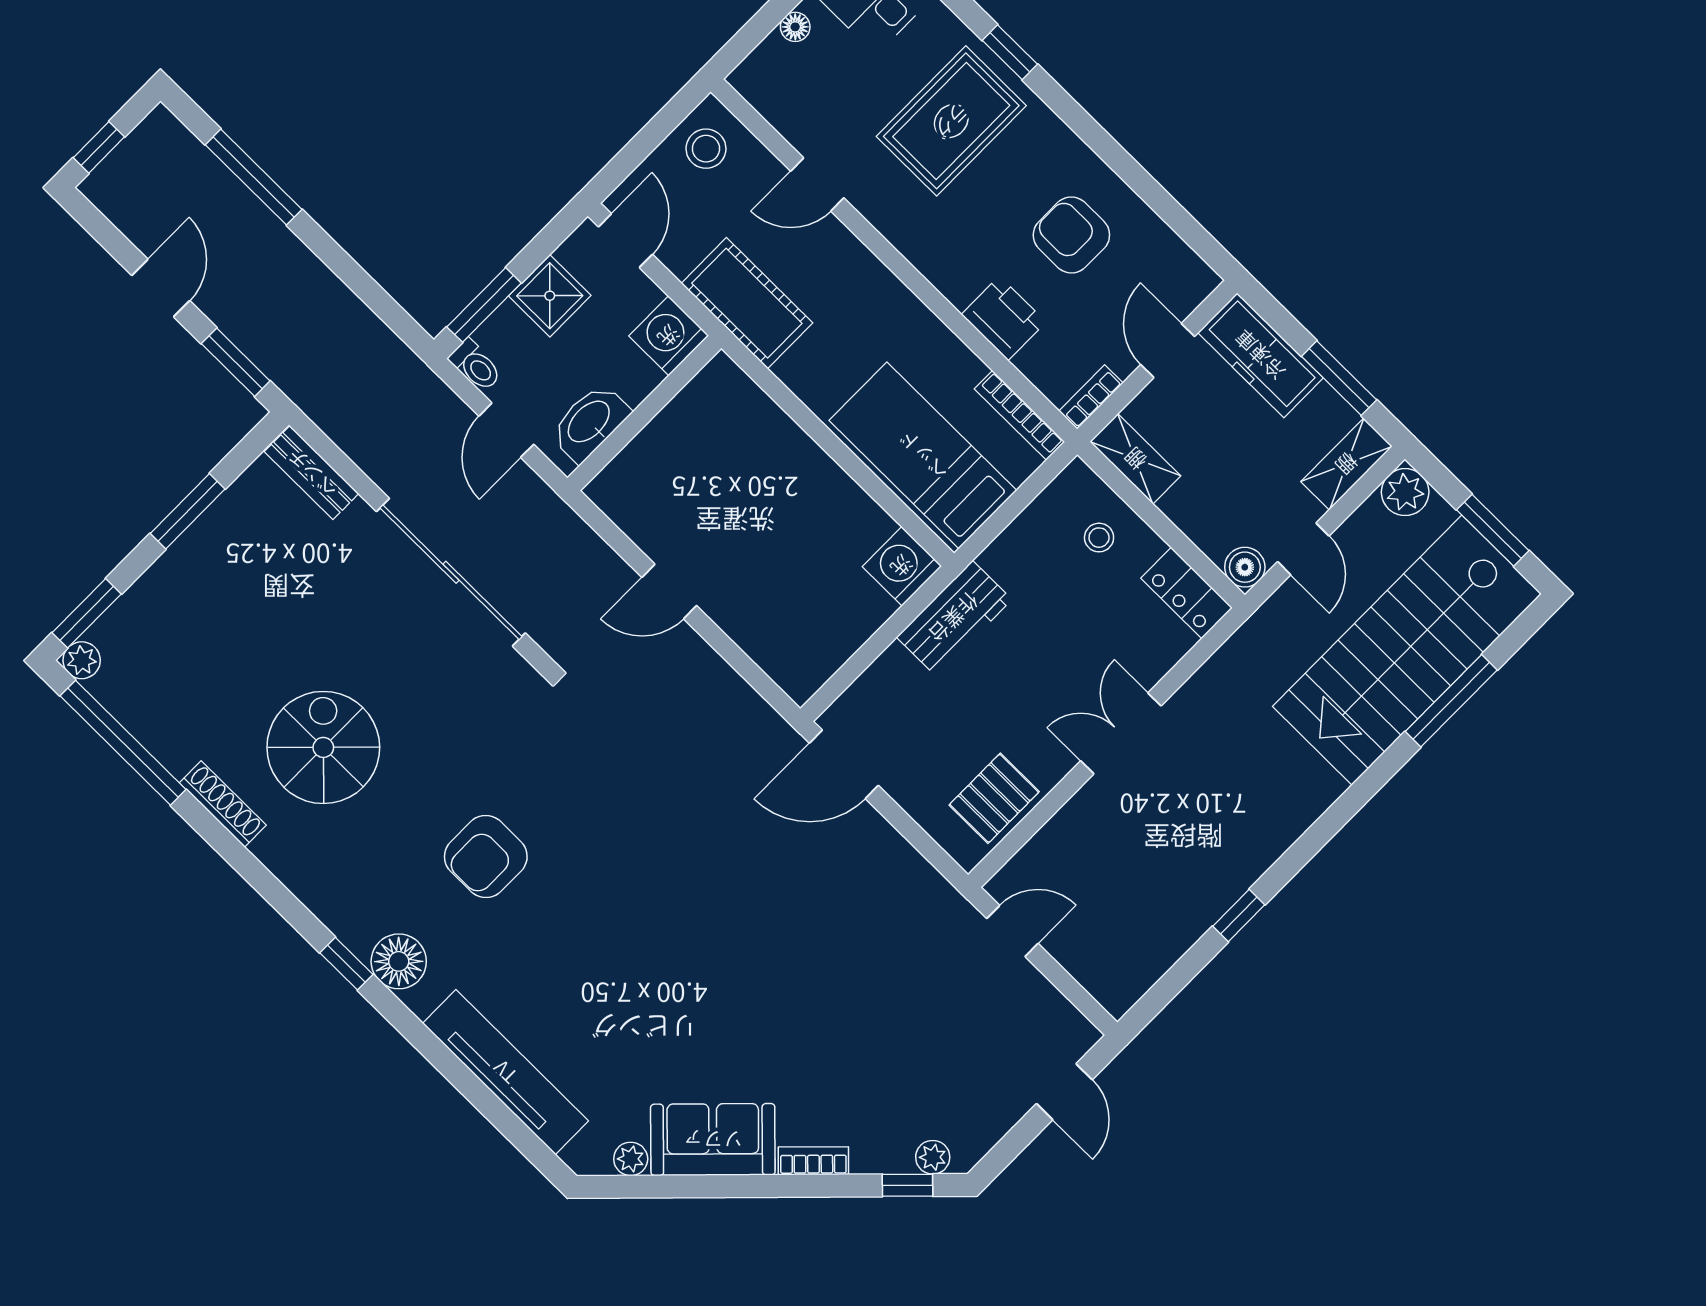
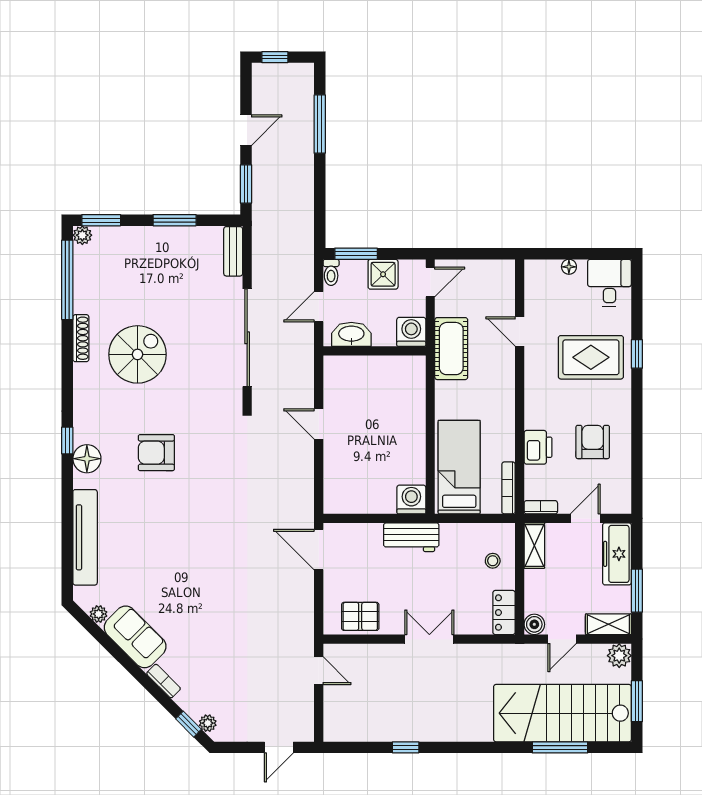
stool: (706, 149) -> (493, 278), removed

